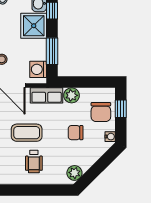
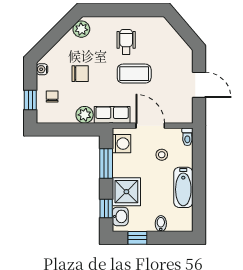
chair: (101, 112) -> (52, 96), width x0.54, depth x0.54

